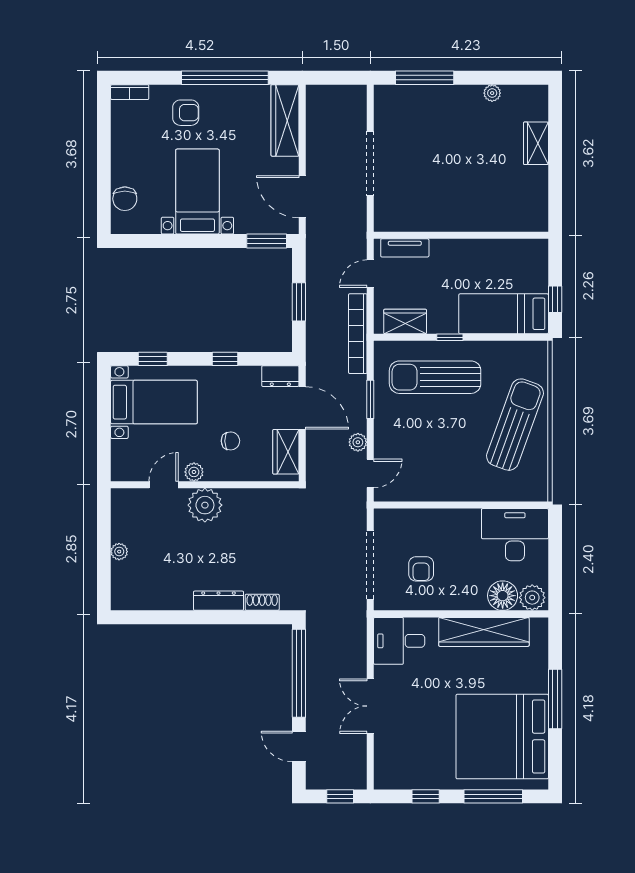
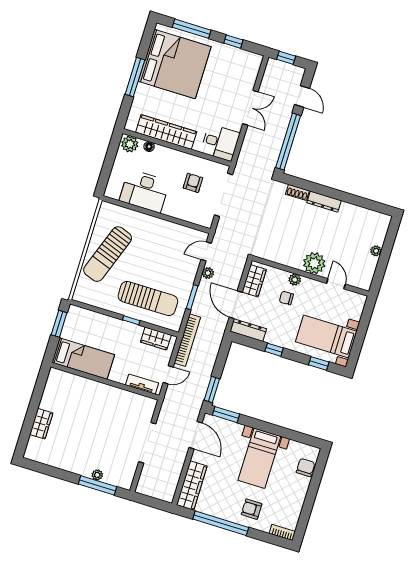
plant: (492, 93) -> (97, 475), moved
window: (555, 299) -> (59, 324), width x1.50
window: (299, 302) -> (212, 389), moved
bed: (504, 314) -> (83, 359), moved
dresser: (280, 376) -> (248, 330), width x1.44
plant: (194, 472) -> (295, 280), moved
door: (164, 485) -> (336, 284), swing flipped
desk: (515, 535) -> (144, 191), moved
floor lamp: (503, 596) -> (149, 147), width x0.53, depth x0.53

